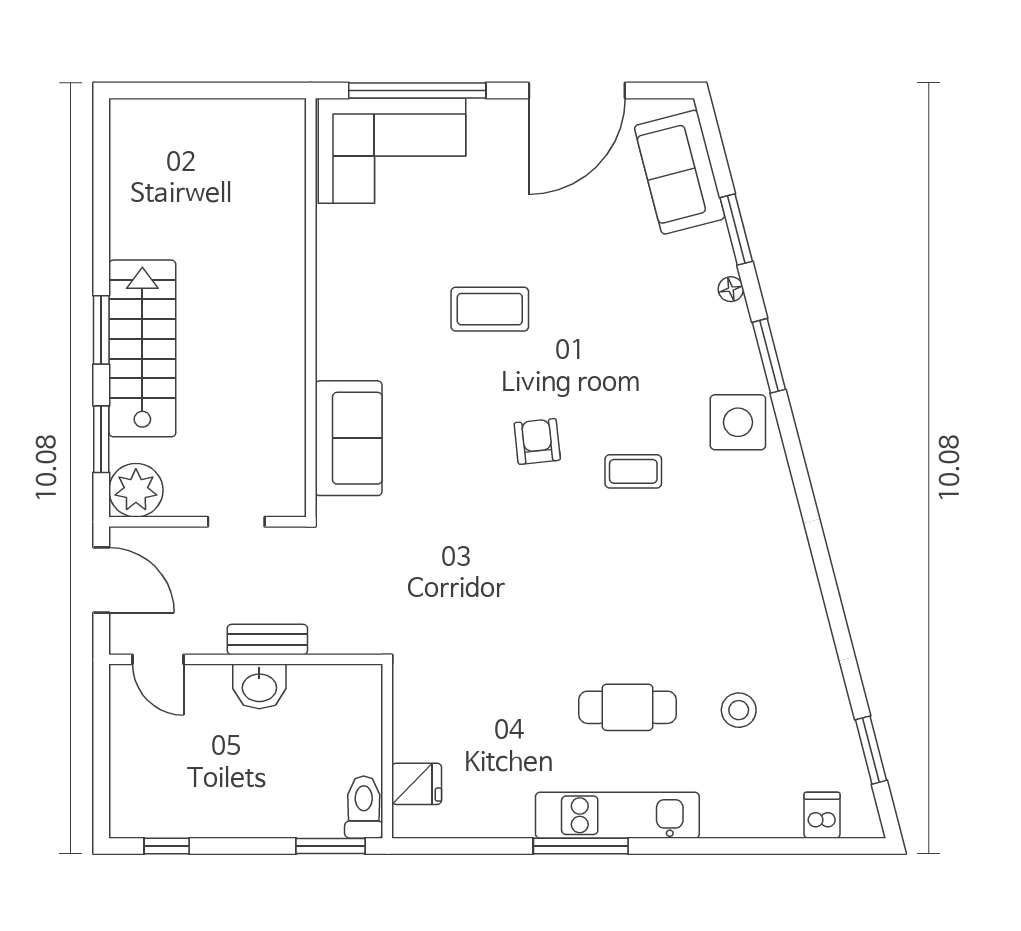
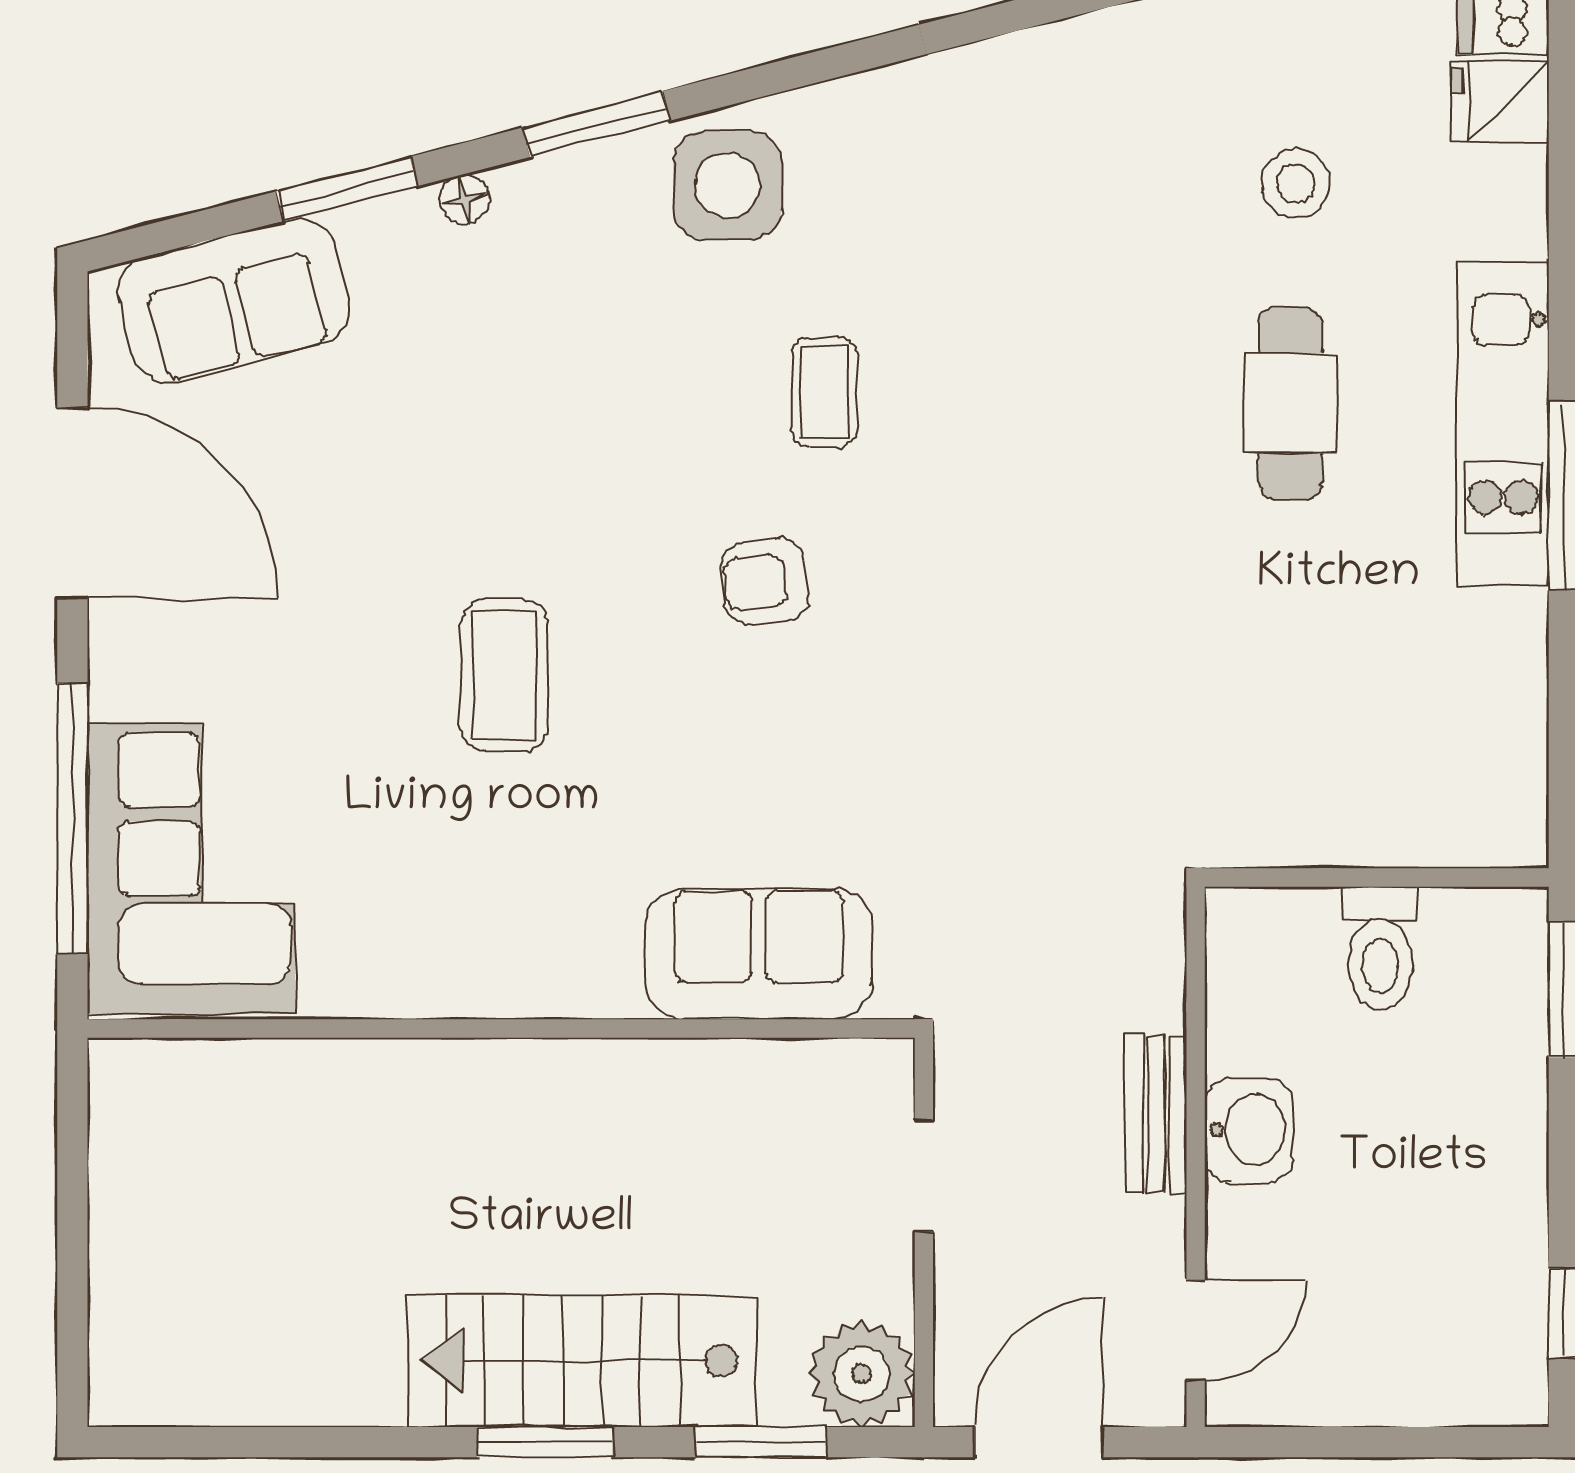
fridge: (417, 784) -> (1500, 102), moved, turned -90
toilet: (364, 807) -> (1380, 948), moved, turned -90

